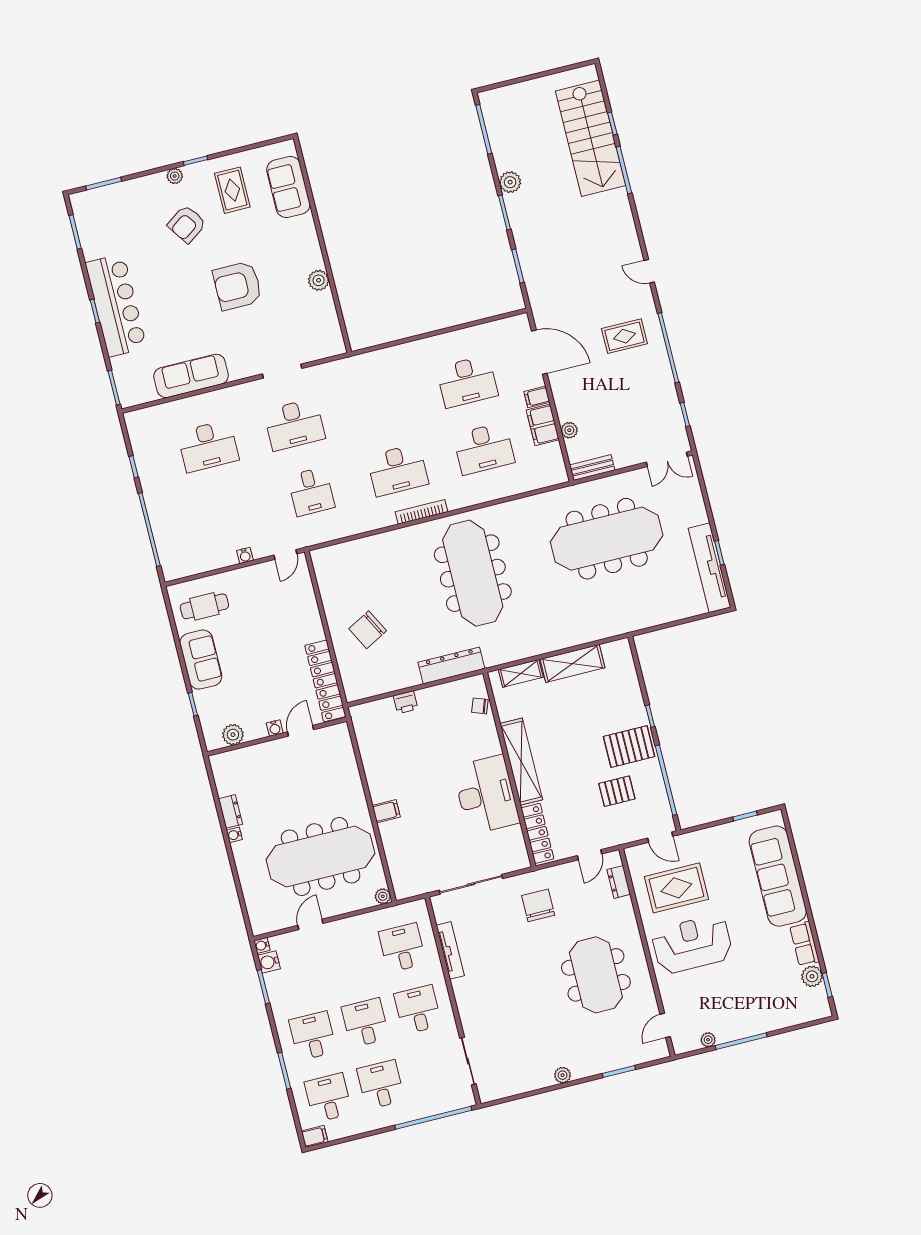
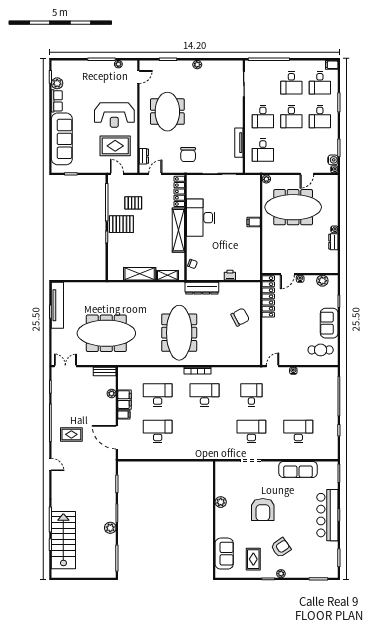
armchair: (237, 286) -> (263, 510), turned 90

